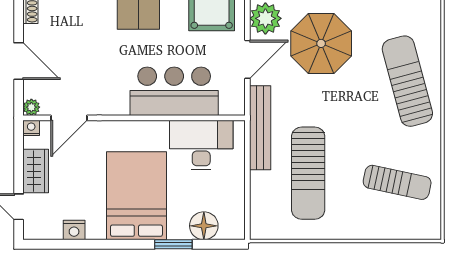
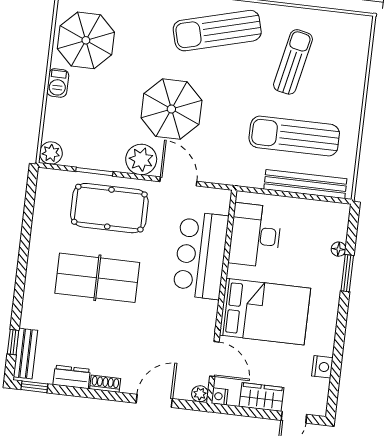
bench: (260, 128) -> (305, 184), moved
sun lounger: (308, 173) -> (294, 136), turned 180
sun lounger: (397, 182) -> (293, 62), moved
bed: (136, 196) -> (265, 312), moved, turned 180
floor lamp: (204, 226) -> (339, 249), width x0.53, depth x0.53

